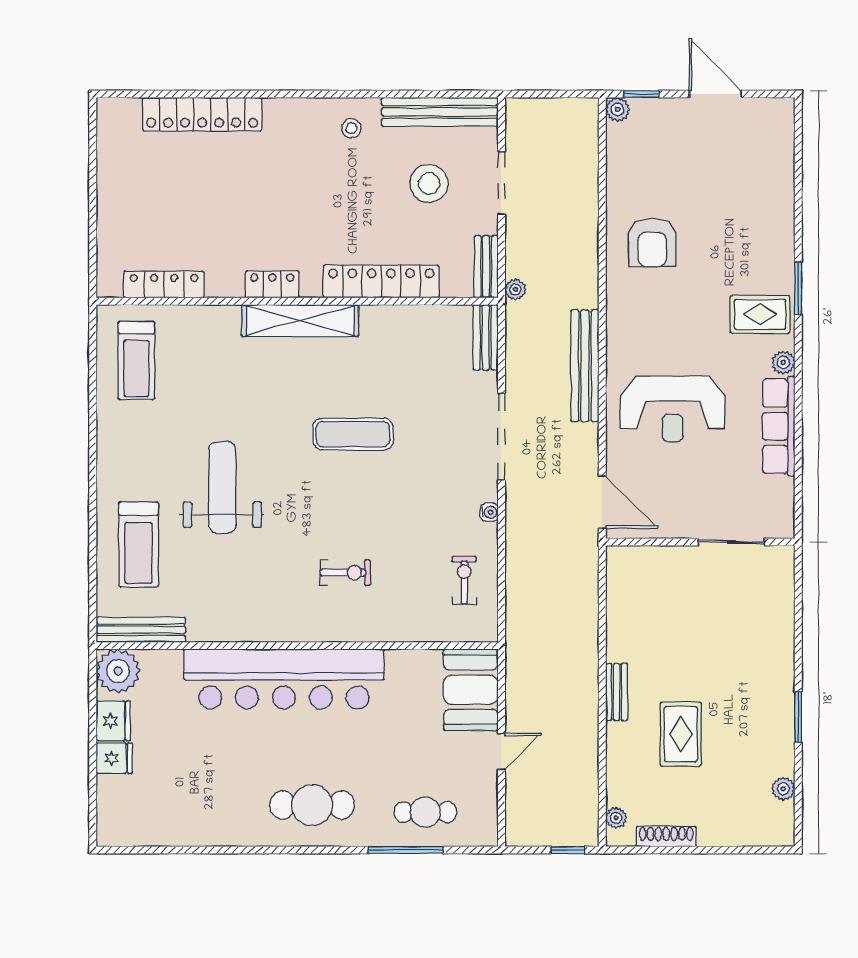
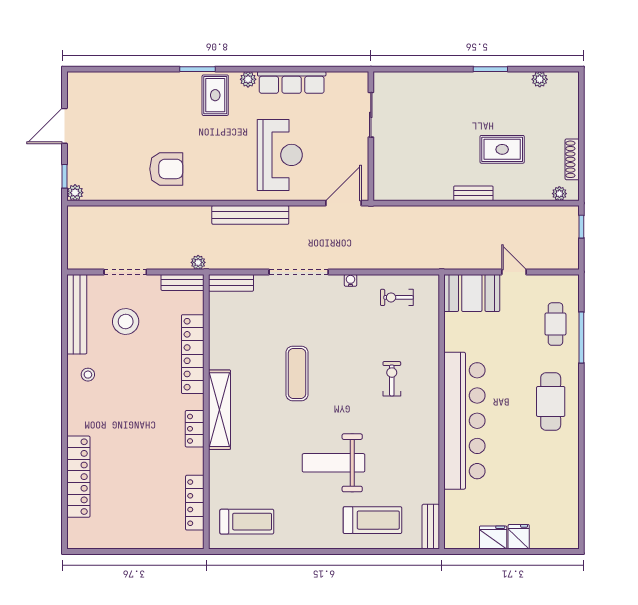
bench: (141, 630) -> (431, 527), width x0.73
plant: (118, 671) -> (459, 534), removed

